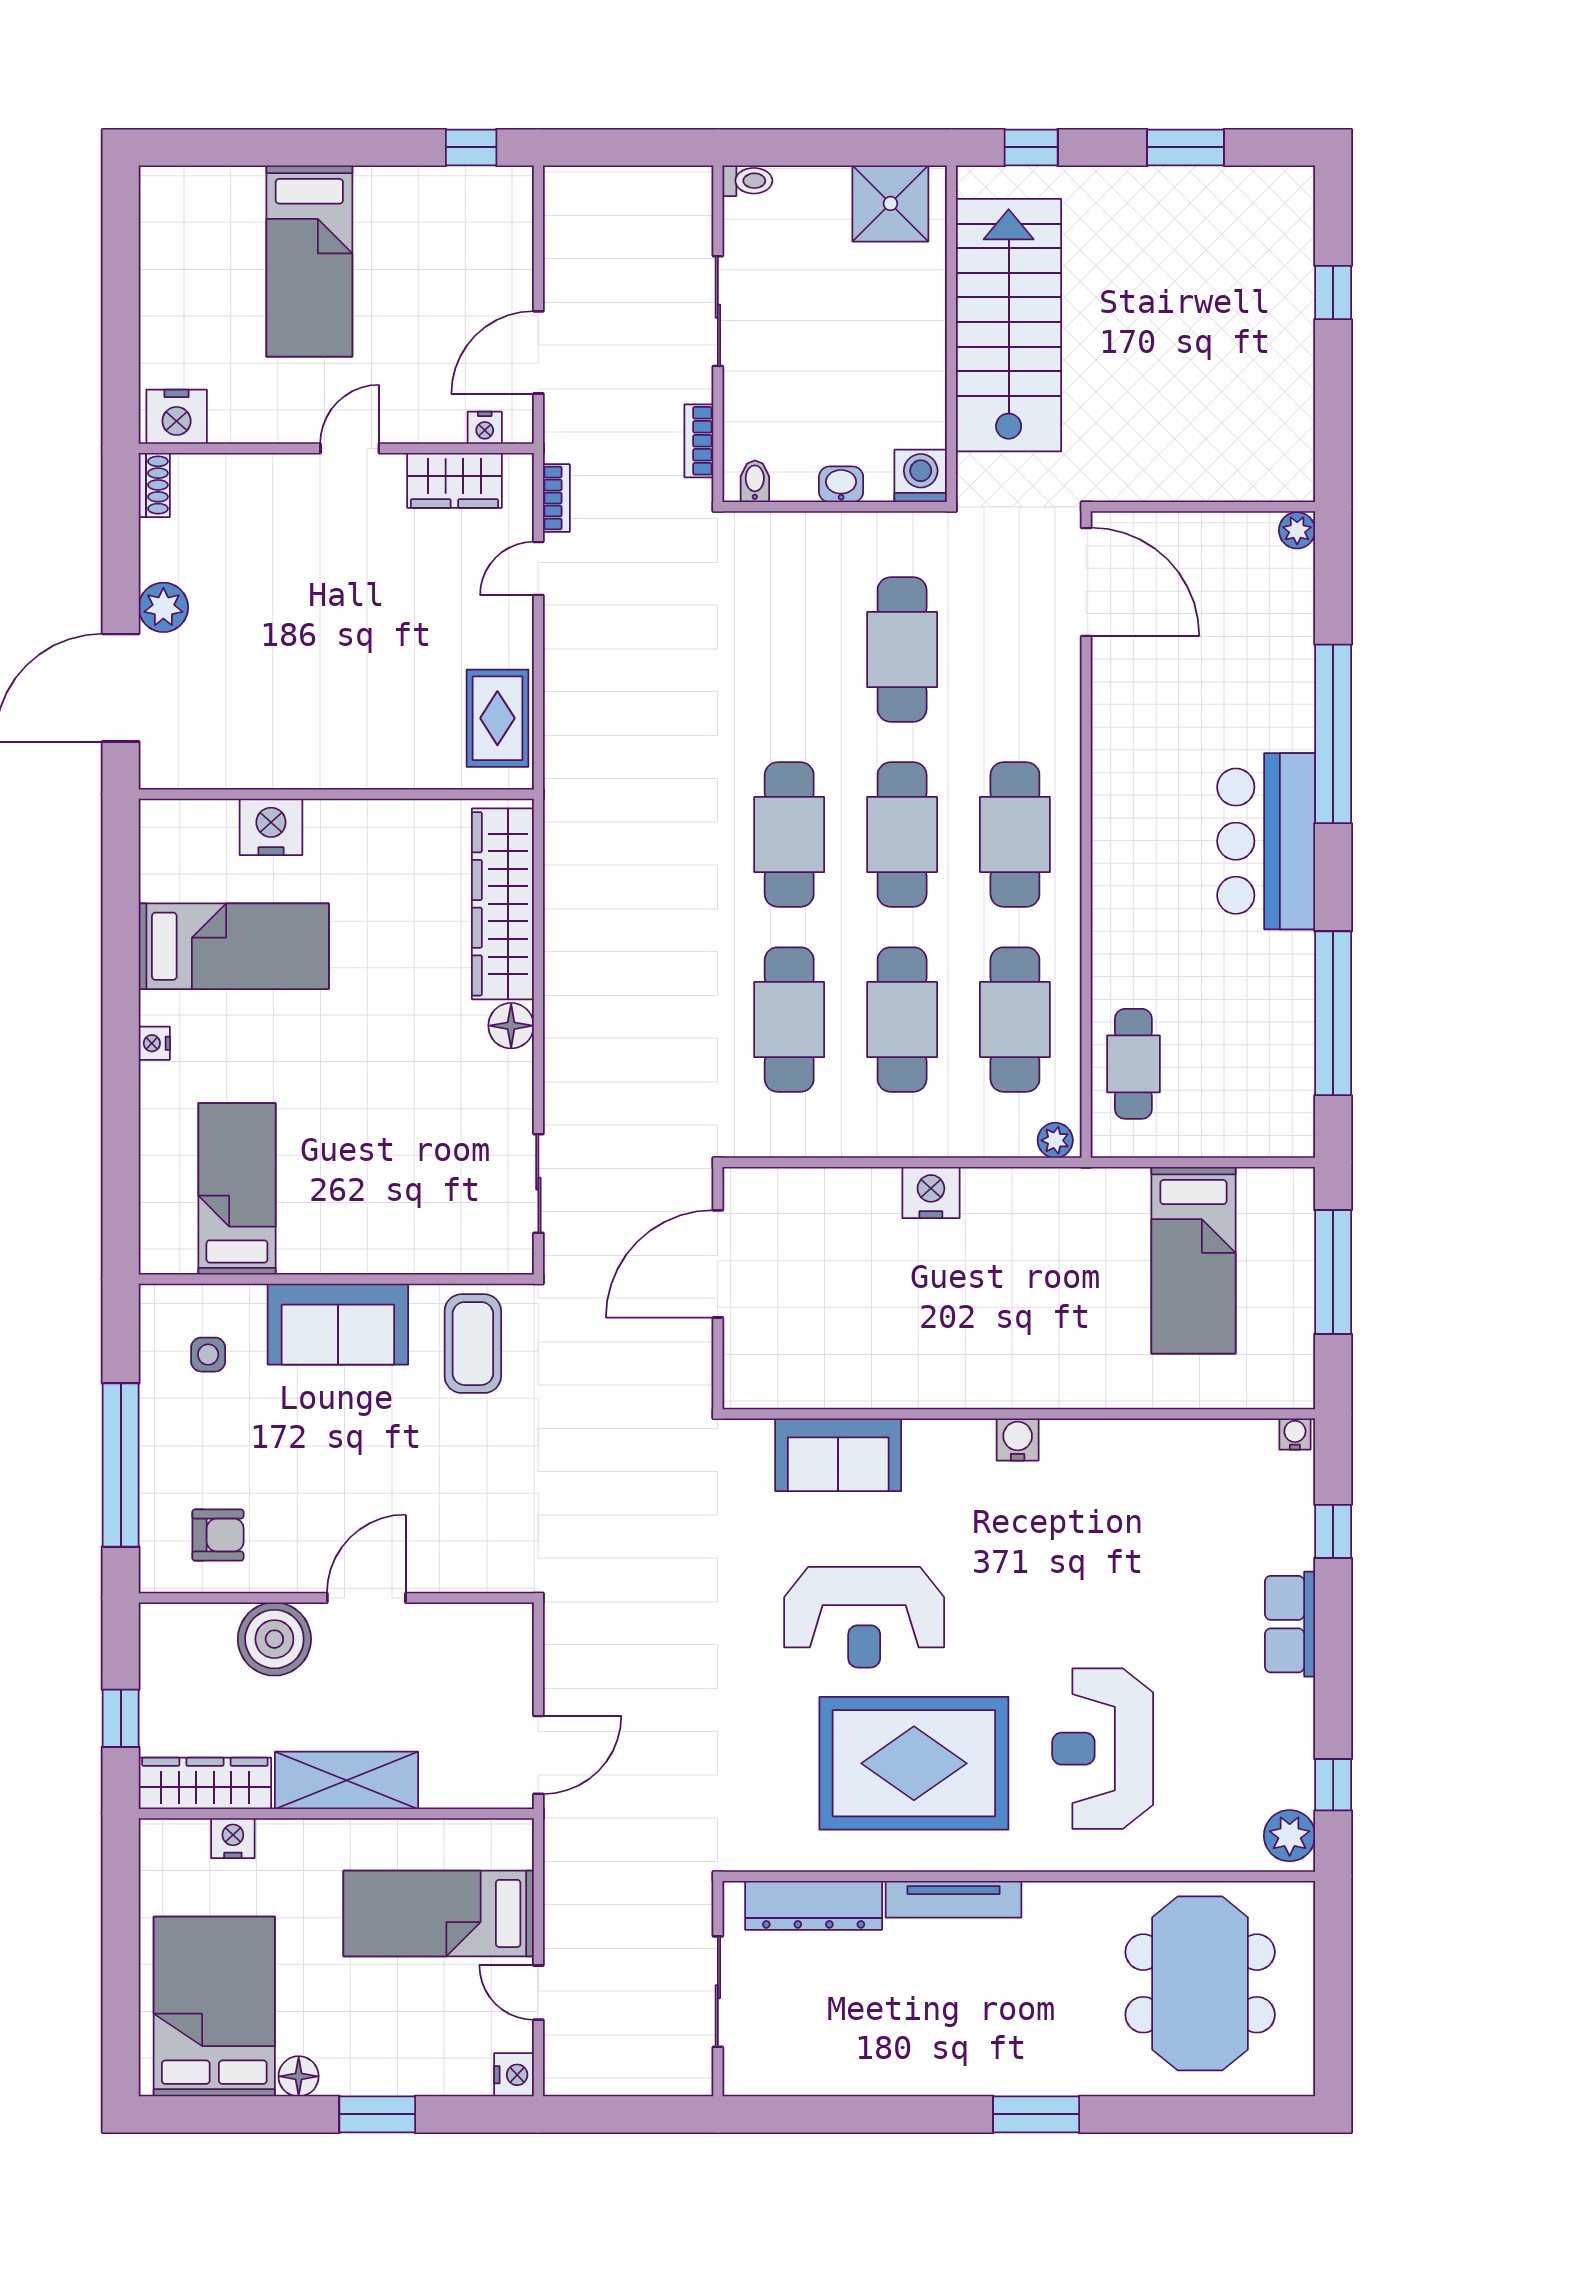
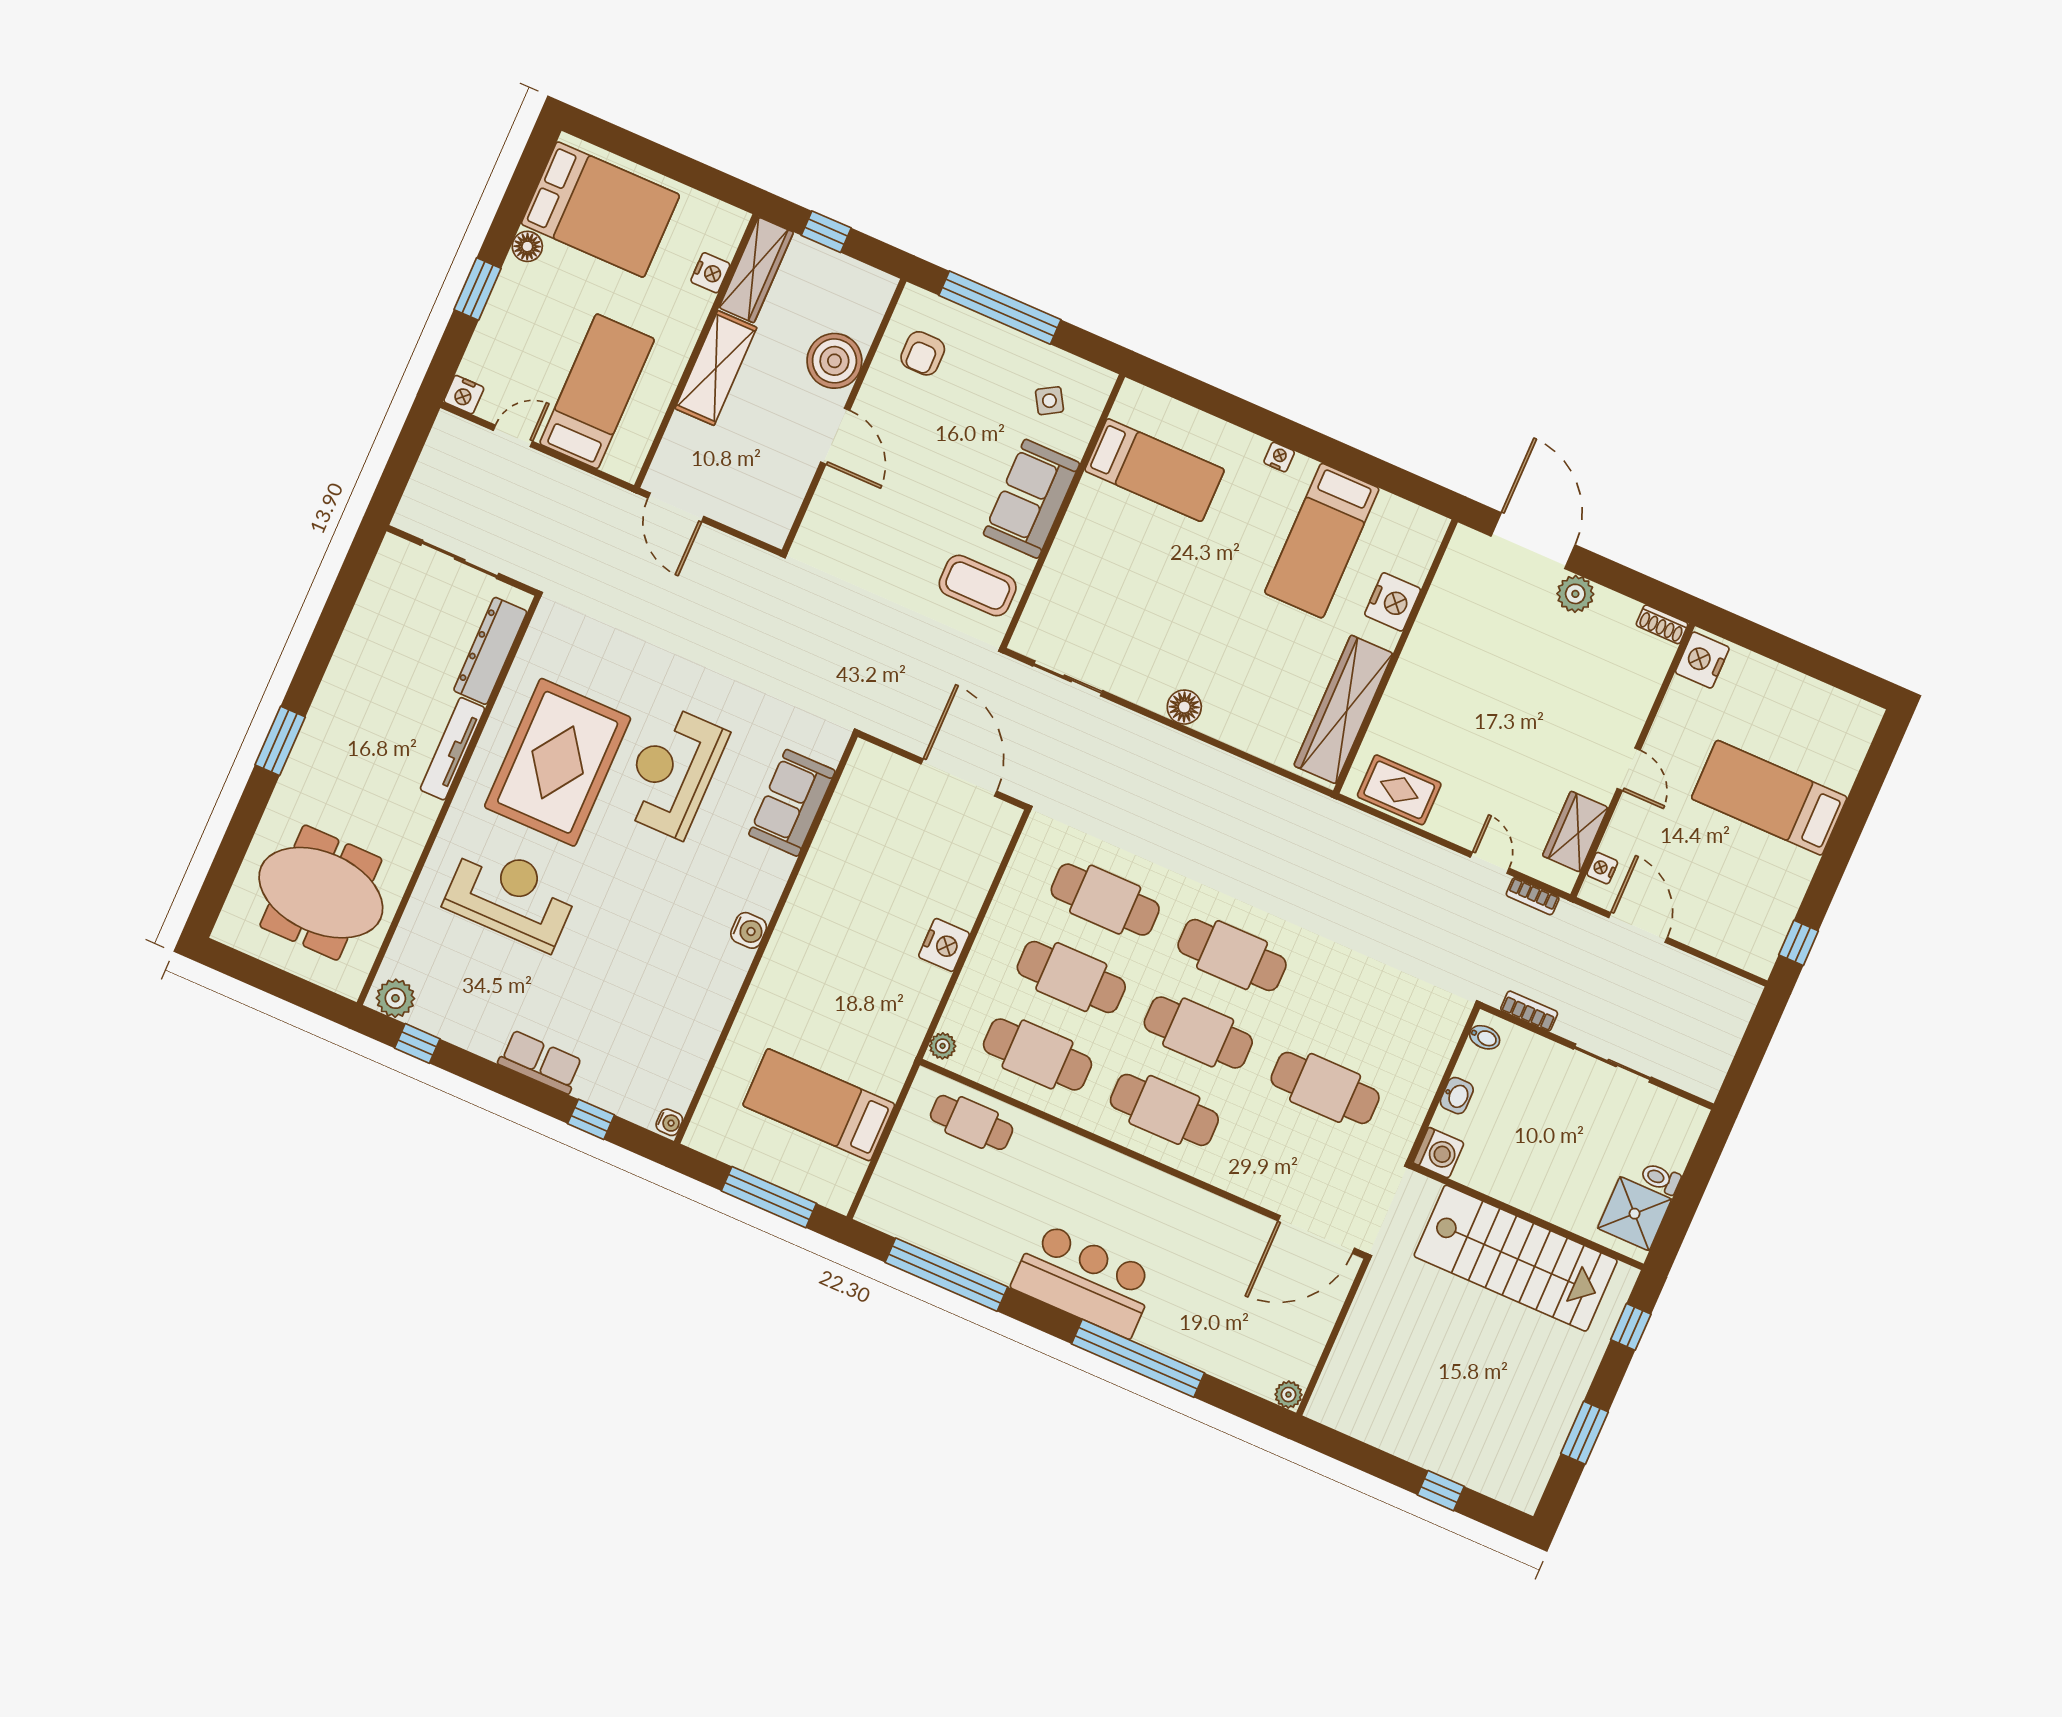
toilet: (747, 181) -> (1661, 1179), moved, turned 90
wardrobe: (503, 904) -> (1343, 709), moved, turned -90
side table: (208, 1355) -> (1049, 401), turned -31

